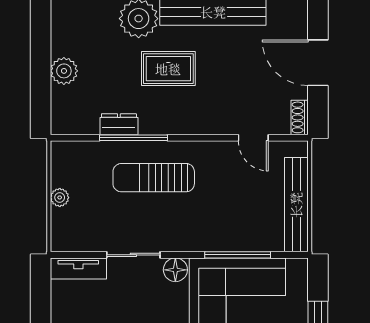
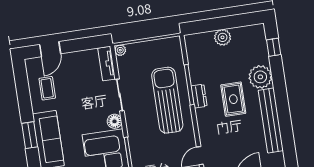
dresser: (119, 124) -> (199, 96), moved
sun lounger: (154, 178) -> (167, 100), width x1.36, depth x1.34
plant: (60, 197) -> (120, 50), moved

